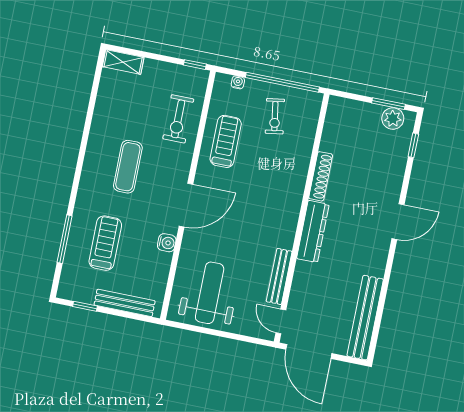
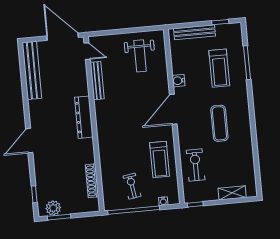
shelving: (123, 62) -> (232, 193), moved
shoe rack: (321, 176) -> (92, 181), moved
weight bench: (210, 293) -> (140, 56), width x0.73, depth x0.75

